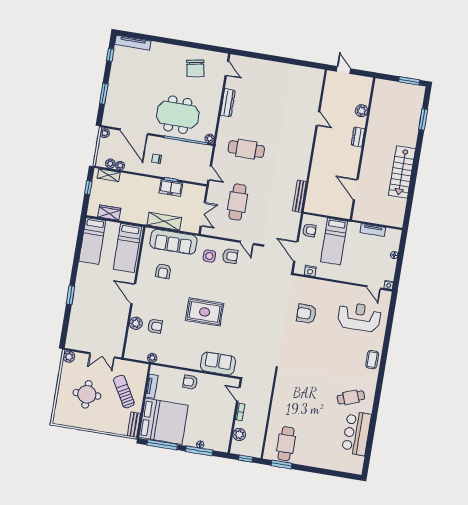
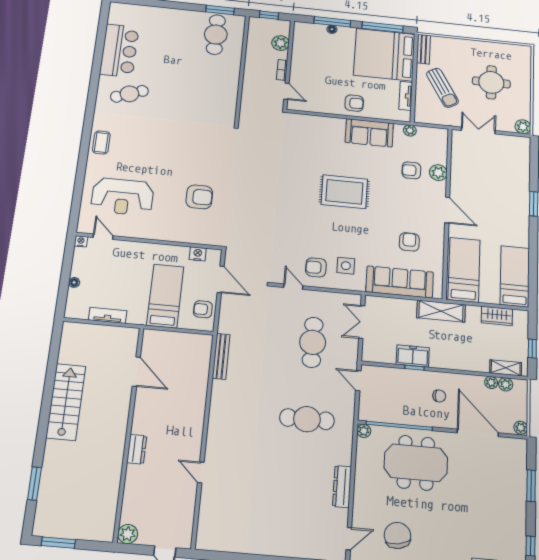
door: (227, 69) -> (349, 539), swing flipped
plant: (361, 111) -> (128, 534), moved
shelving: (164, 221) -> (441, 311), moved
sofa: (218, 363) -> (369, 133), moved

